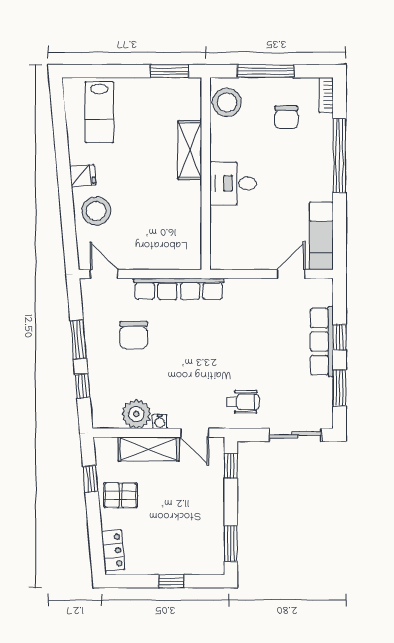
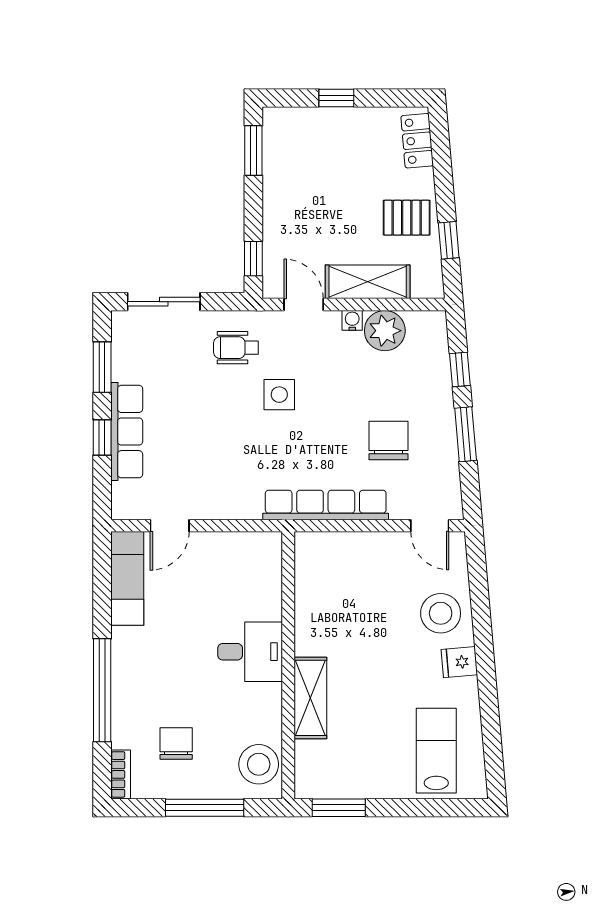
side table: (212, 368) -> (279, 395), added

